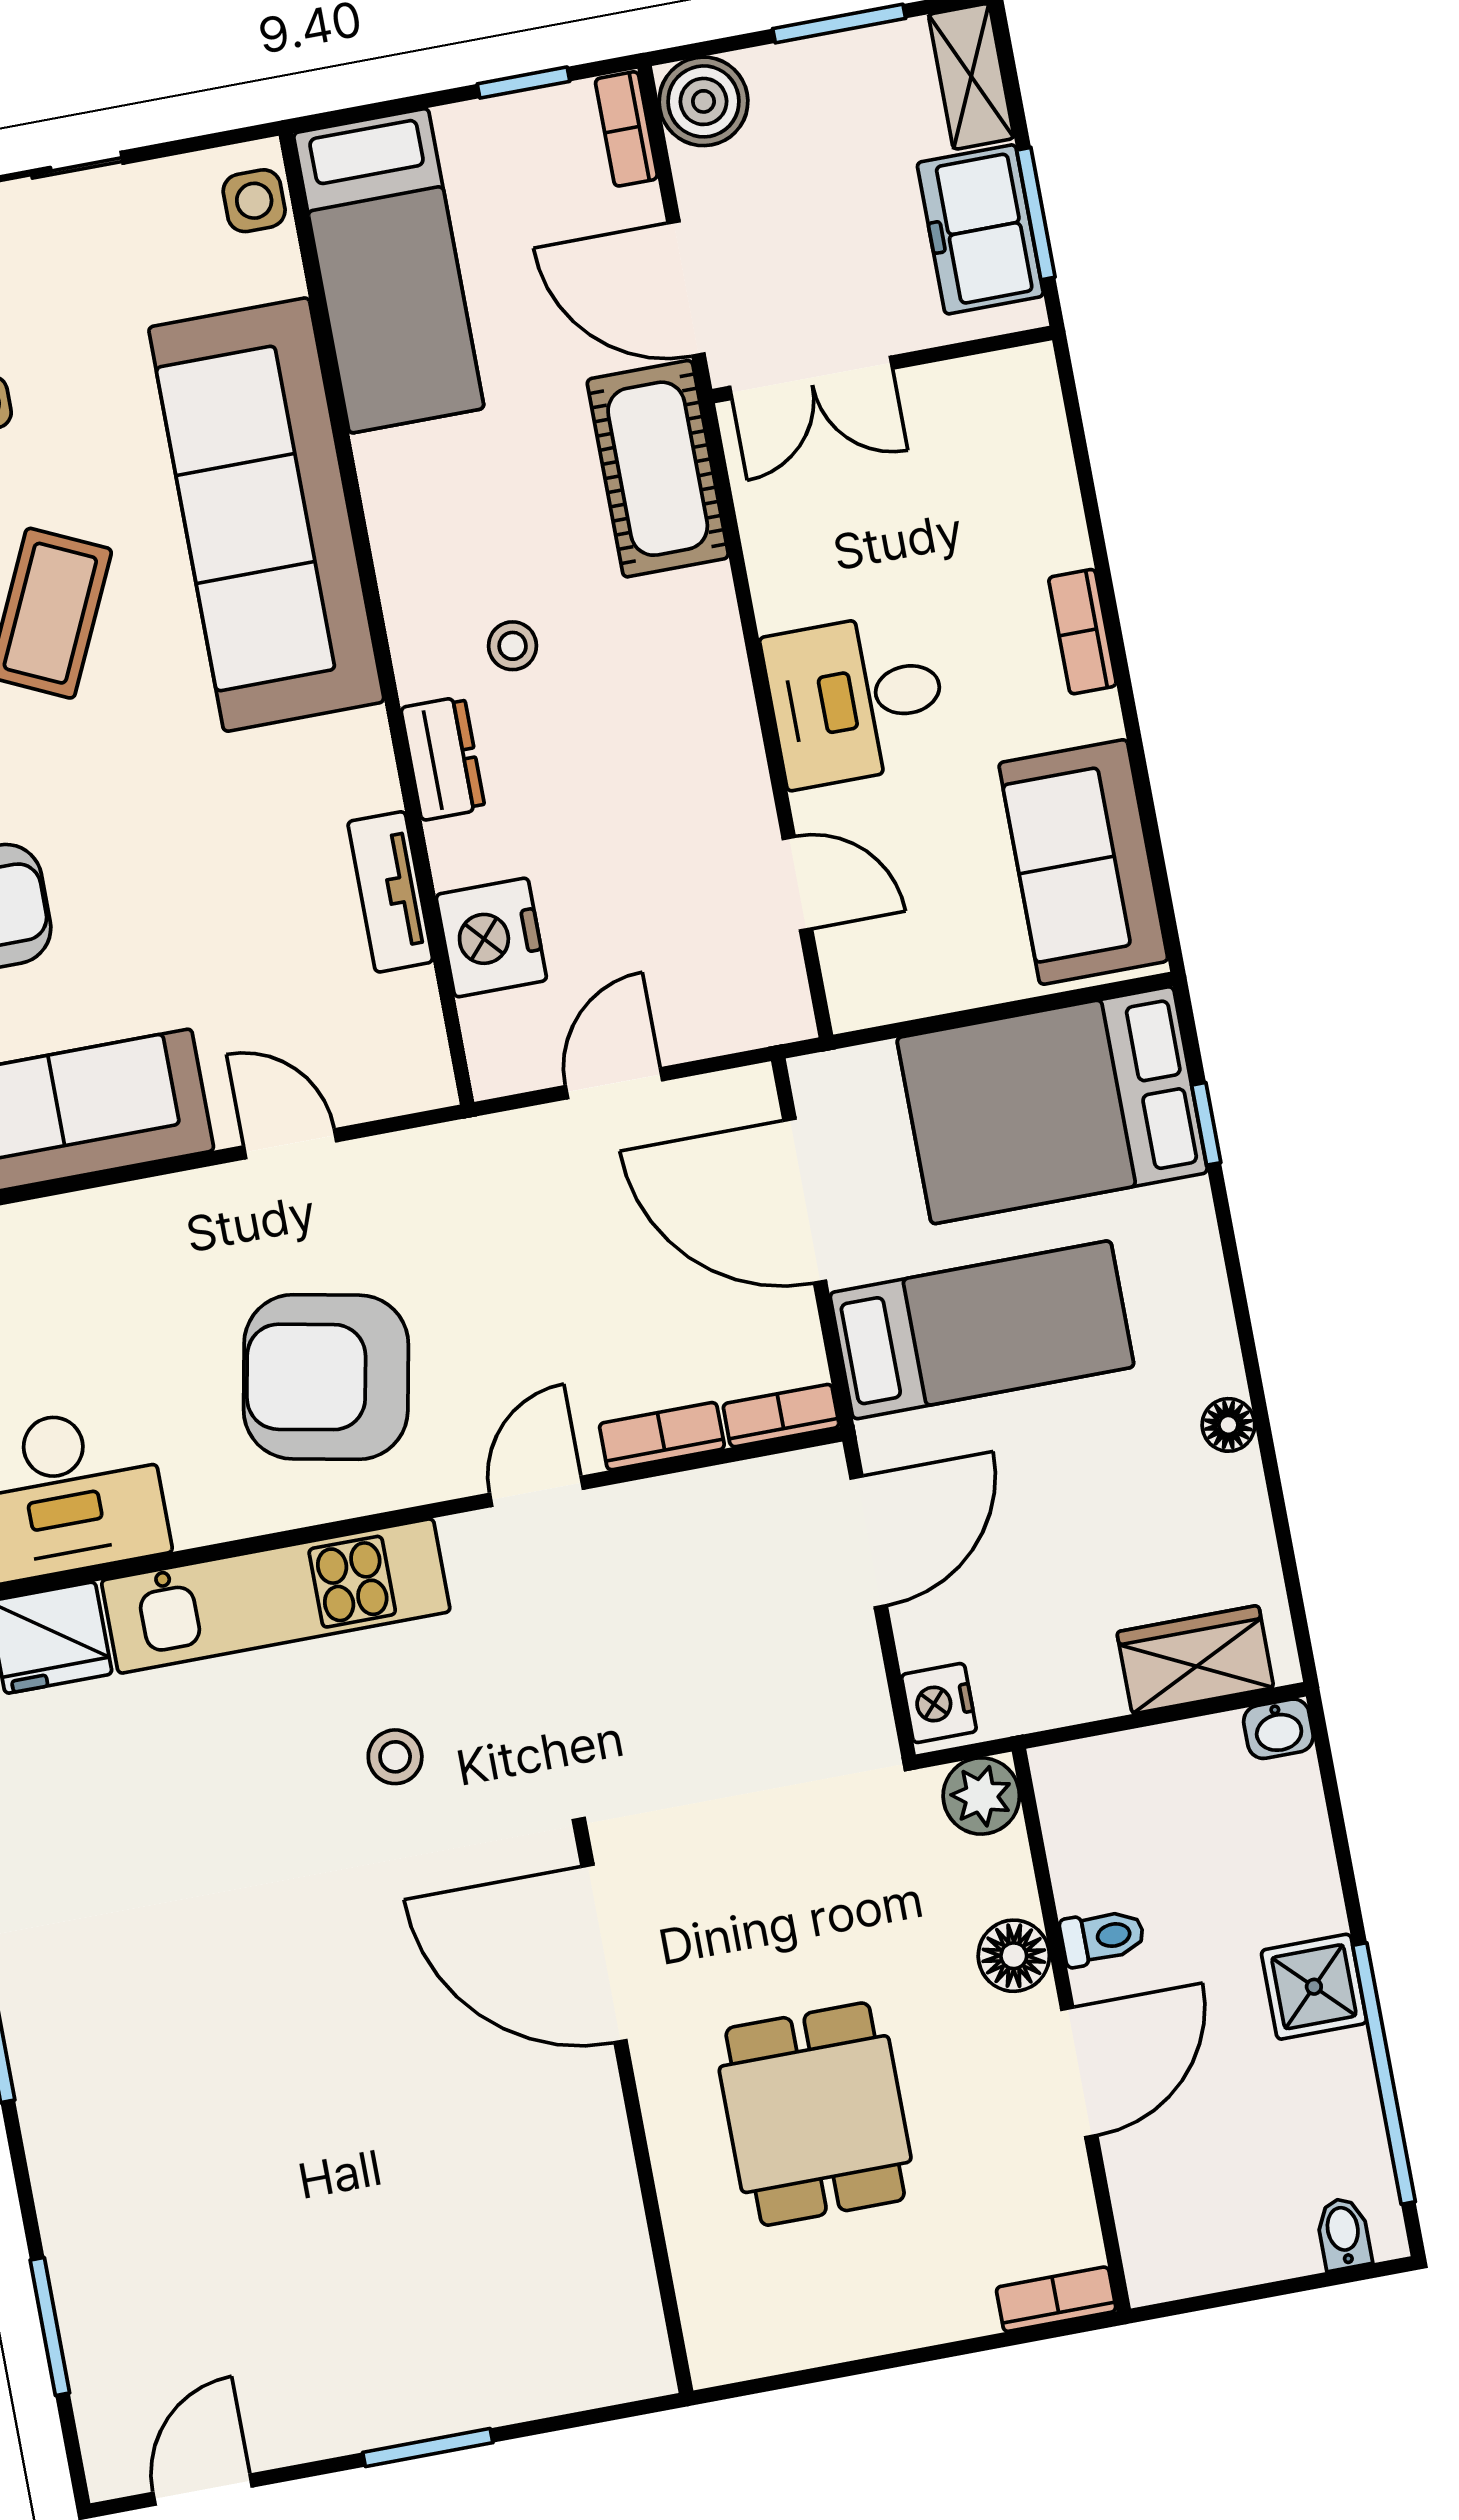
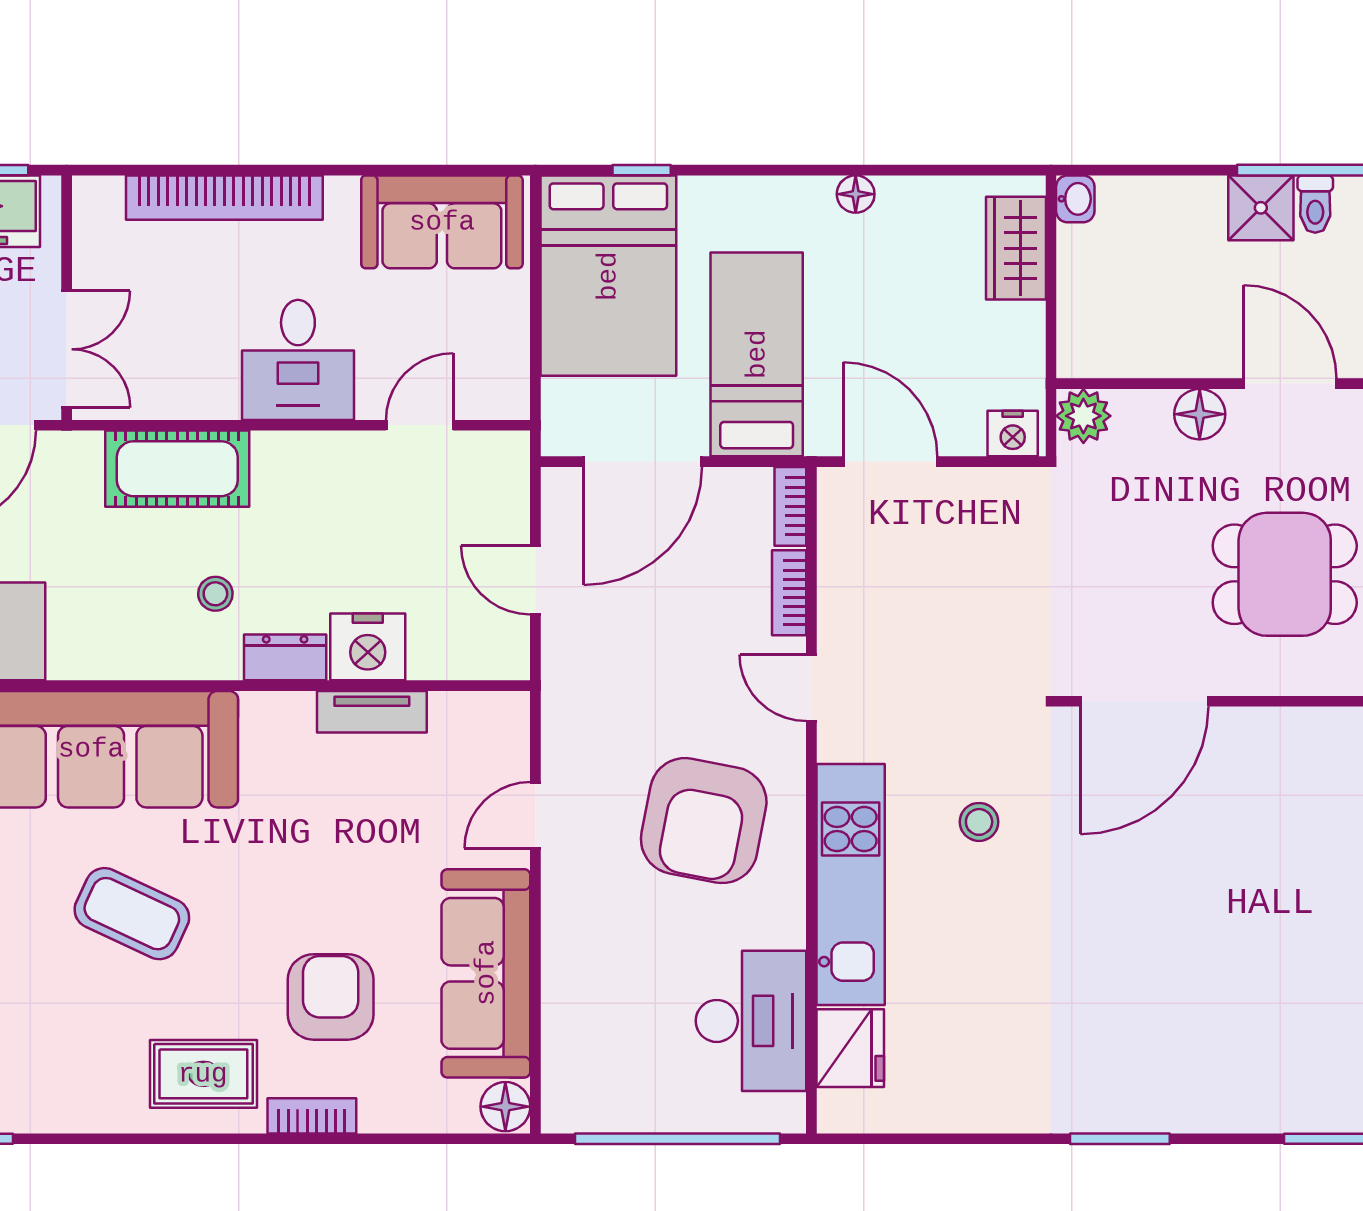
cot: (658, 469) -> (177, 469), moved
bookcase: (1082, 632) -> (224, 198), width x2.31, depth x1.31
nightstand: (491, 937) -> (368, 647), moved
toilet: (1102, 1937) -> (1315, 204), moved, turned 180

